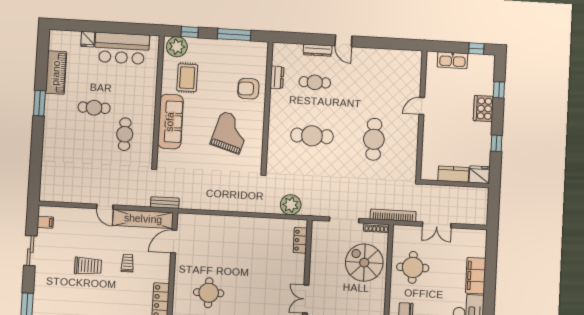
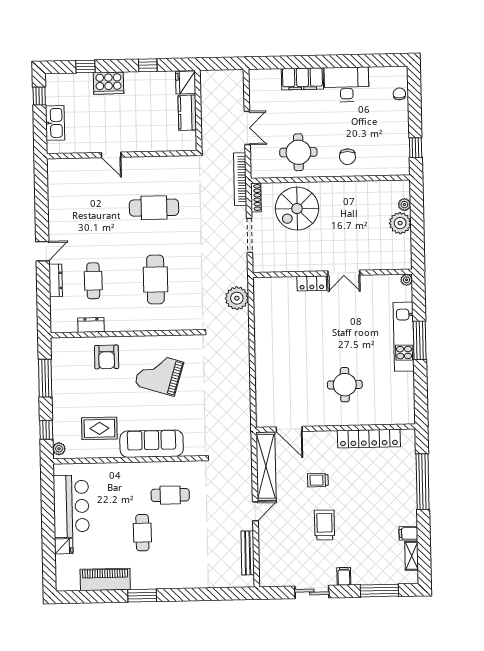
plant: (177, 47) -> (59, 449), width x0.53, depth x0.53
bench: (165, 203) -> (248, 553), moved, width x1.36
filing cabinet: (45, 222) -> (344, 576), moved
locker: (300, 240) -> (312, 283), moved

